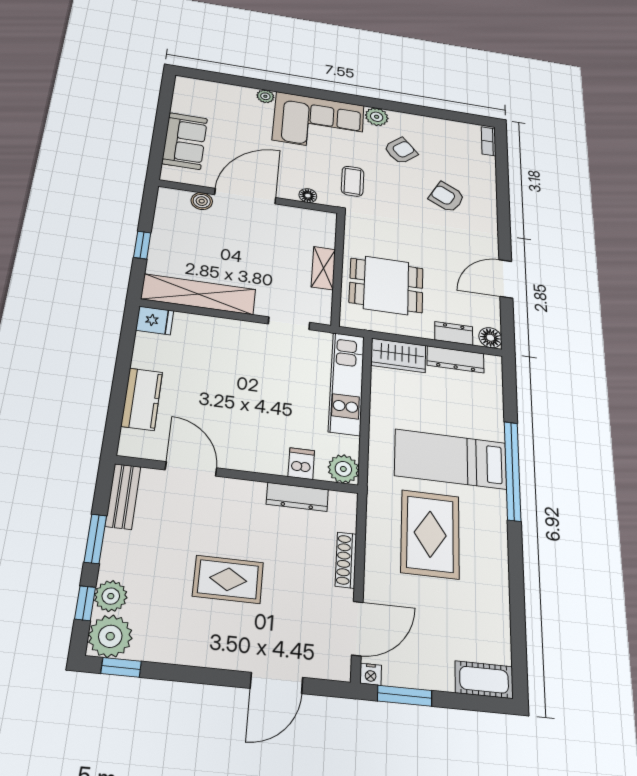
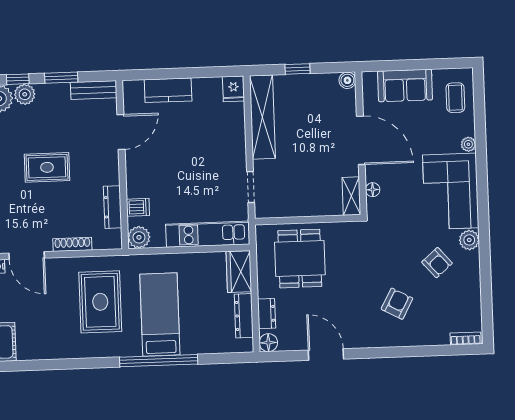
coffee table: (353, 181) -> (455, 98), moved, turned 90
boiler: (202, 201) -> (347, 80), moved
shelving: (323, 268) -> (351, 196), moved, turned 90
rug: (430, 534) -> (100, 302), turned 90
rug: (228, 579) -> (47, 167), turned 90

